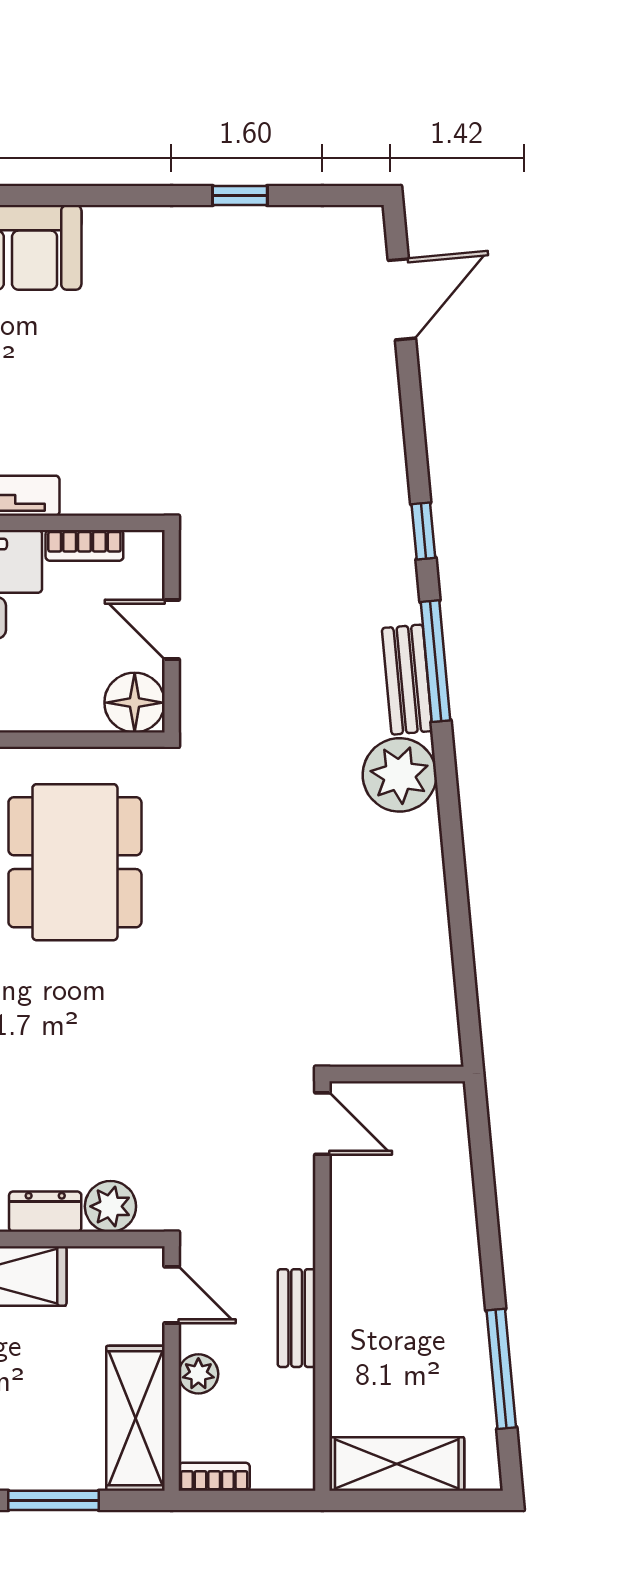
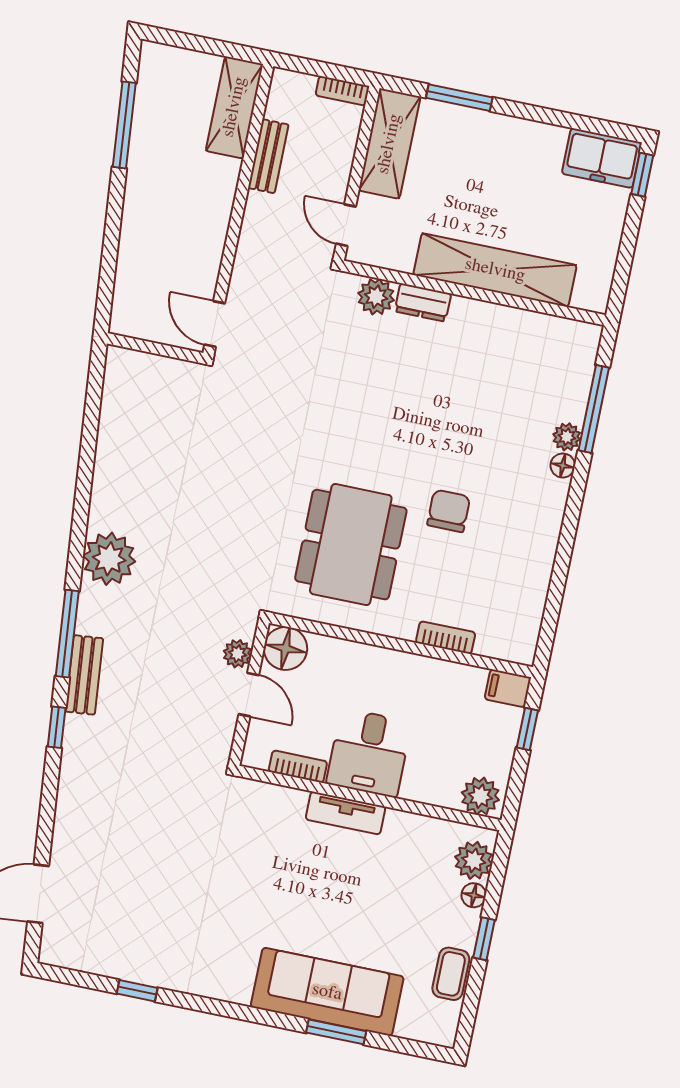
bench: (407, 680) -> (84, 675), moved
bench: (297, 1318) -> (268, 156), moved
plant: (198, 1374) -> (237, 654), moved
shelving: (397, 1464) -> (234, 107), moved, turned 90

